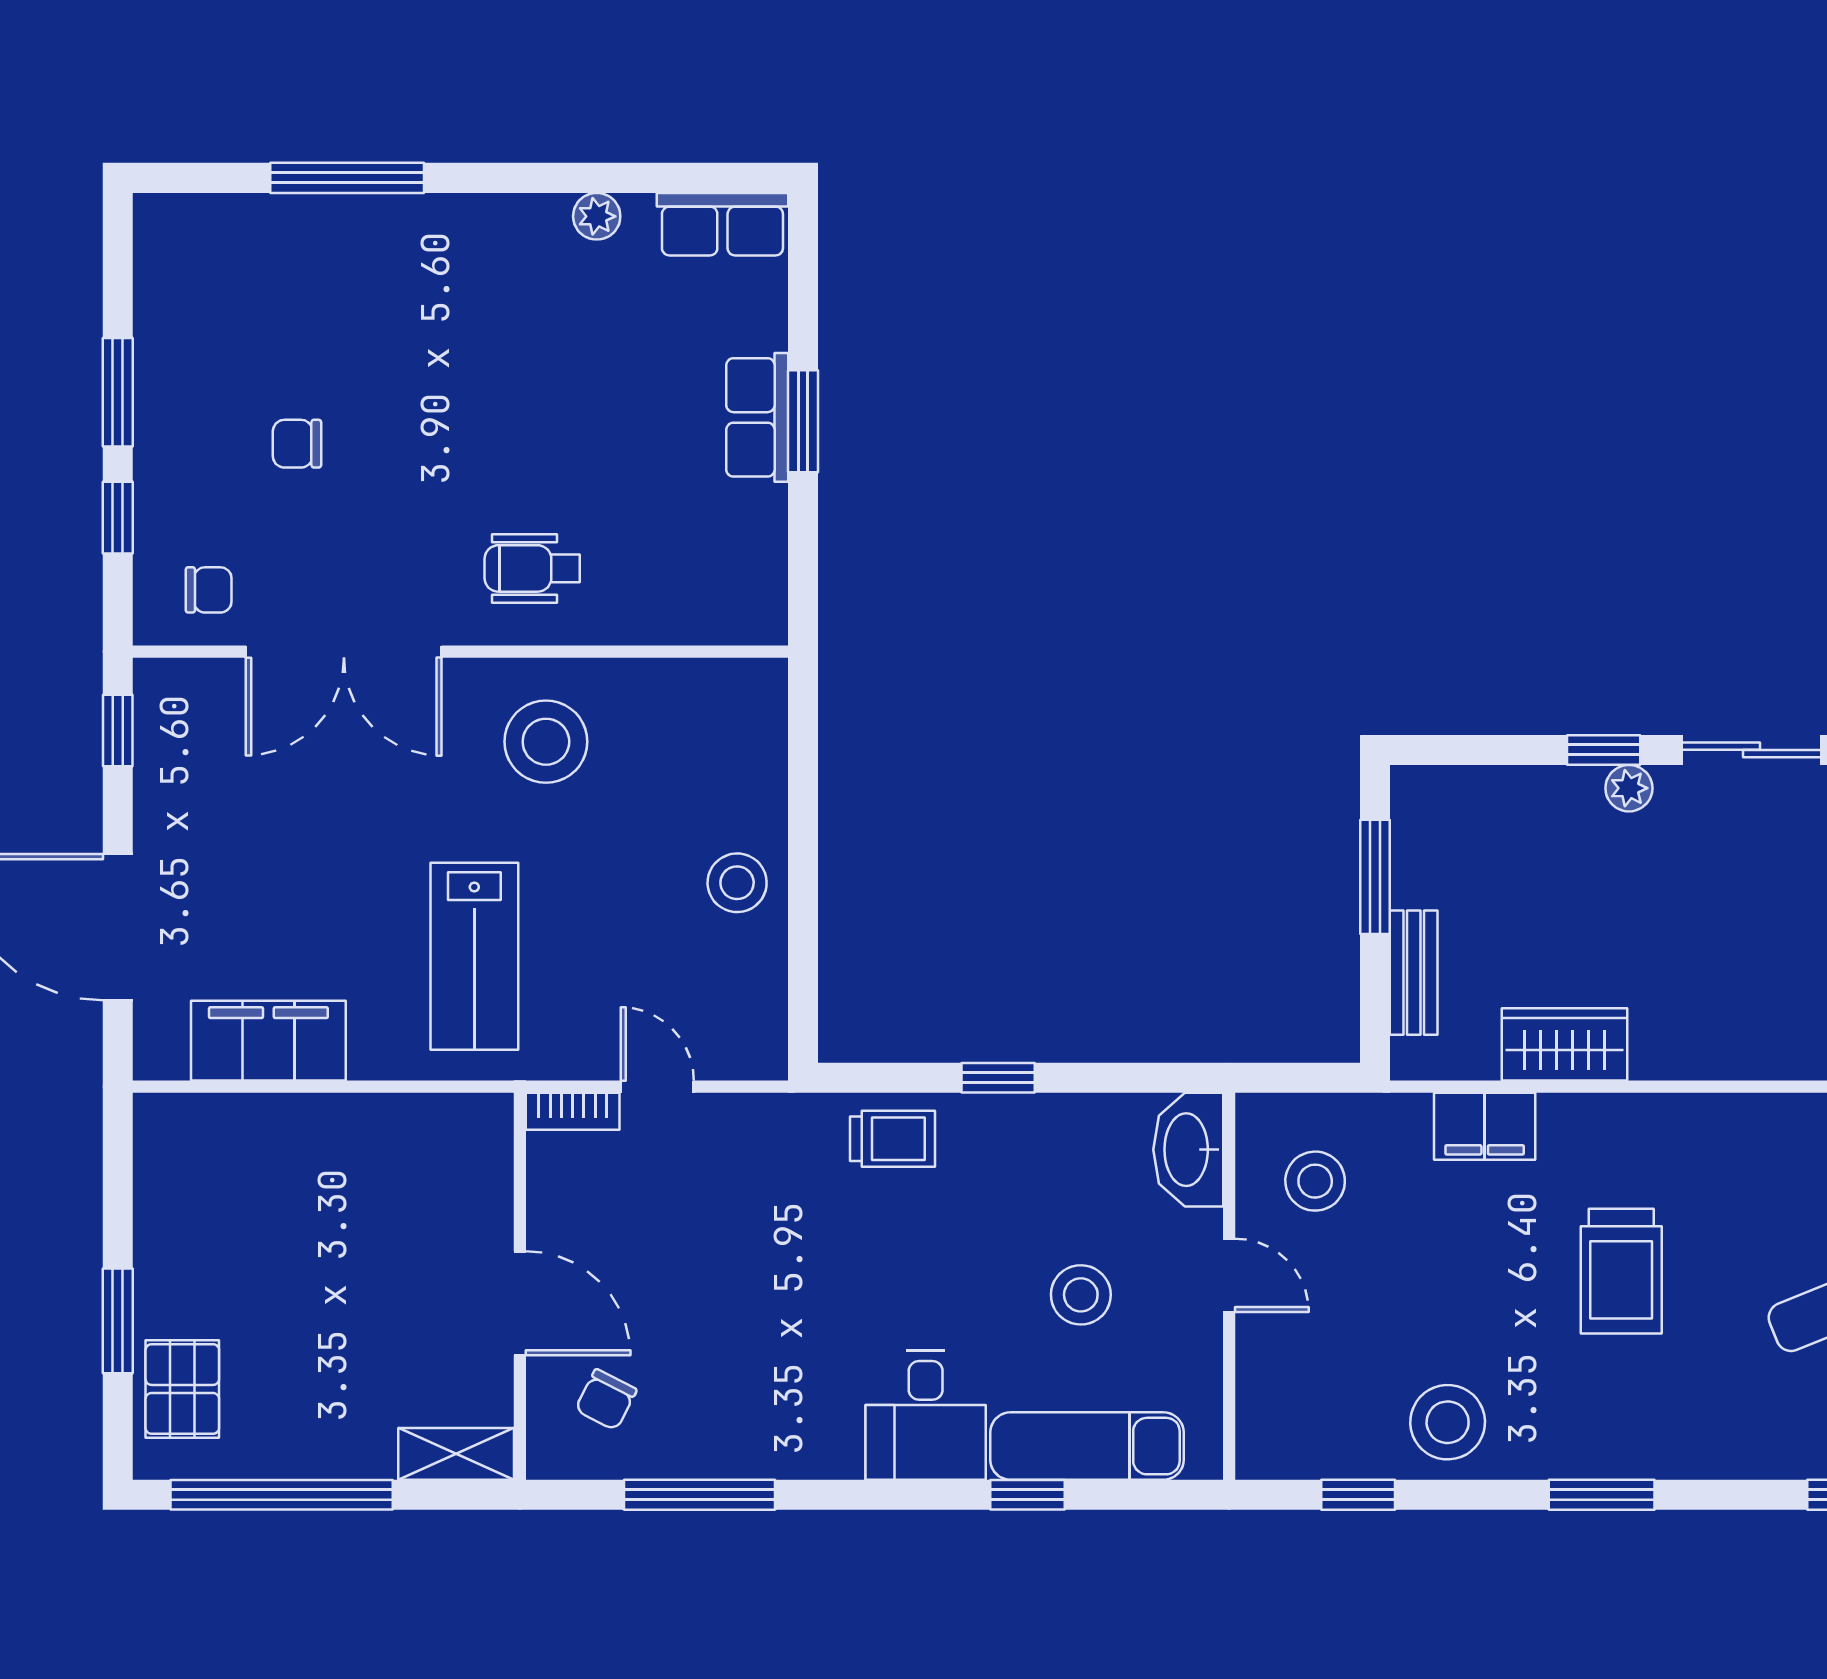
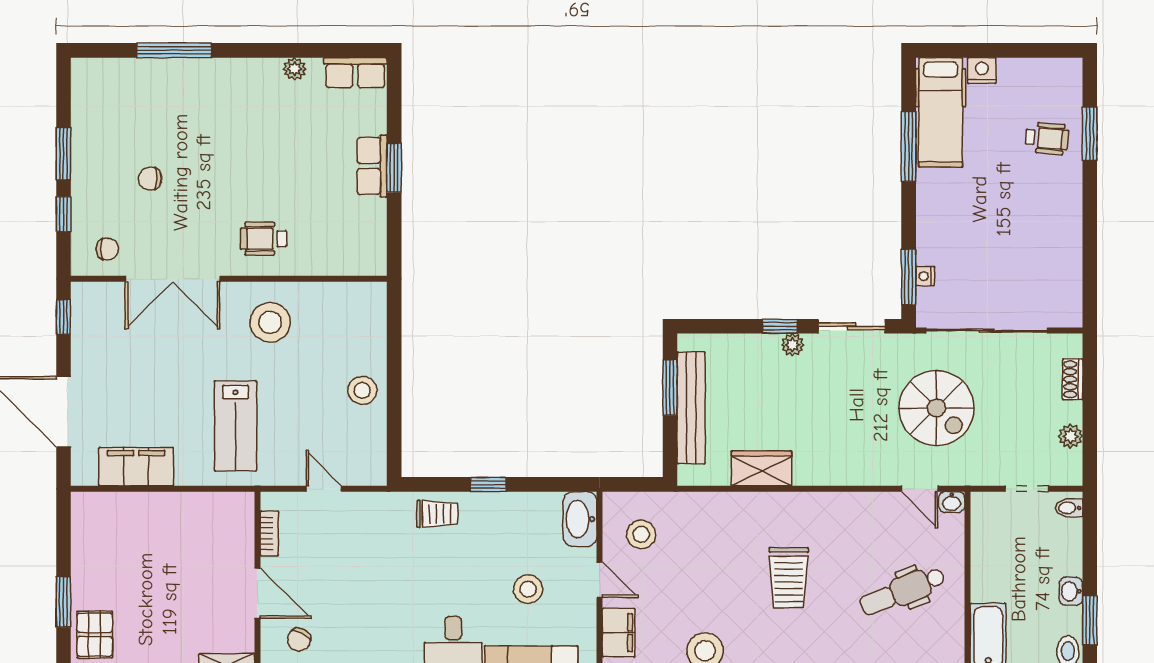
bench: (1414, 973) -> (691, 408), width x1.86, depth x1.21
bookcase: (573, 1111) -> (269, 533), moved, turned -90
filing cabinet: (1485, 1126) -> (619, 633), moved, turned -90

